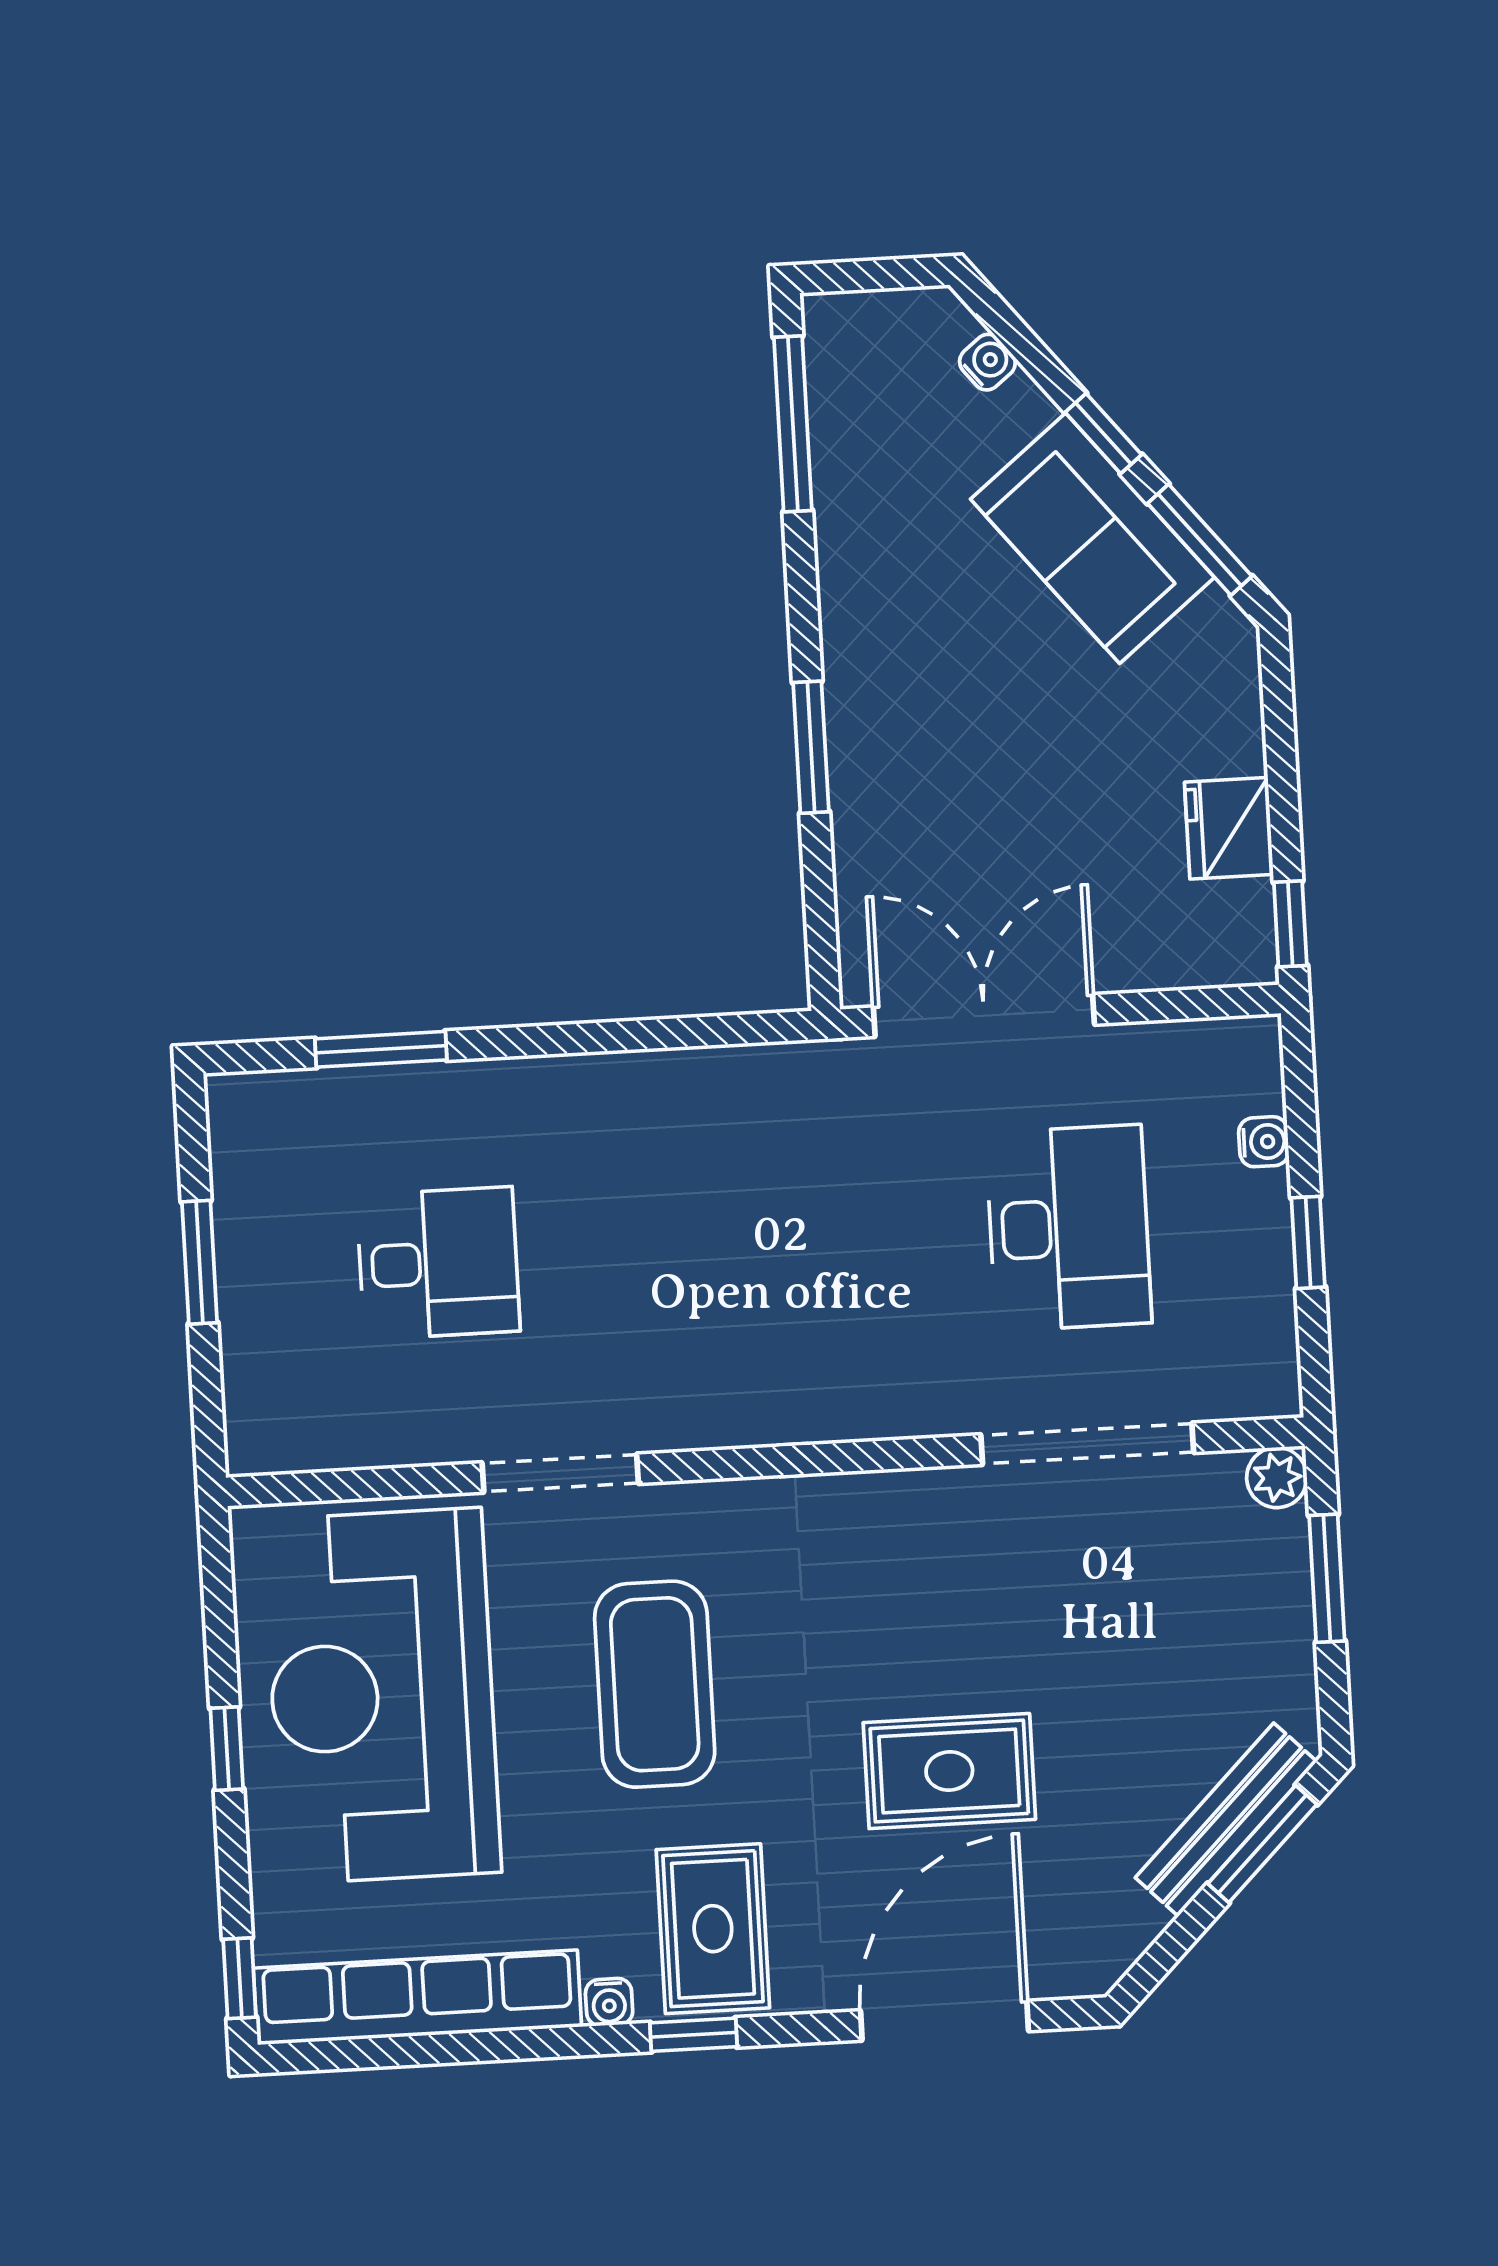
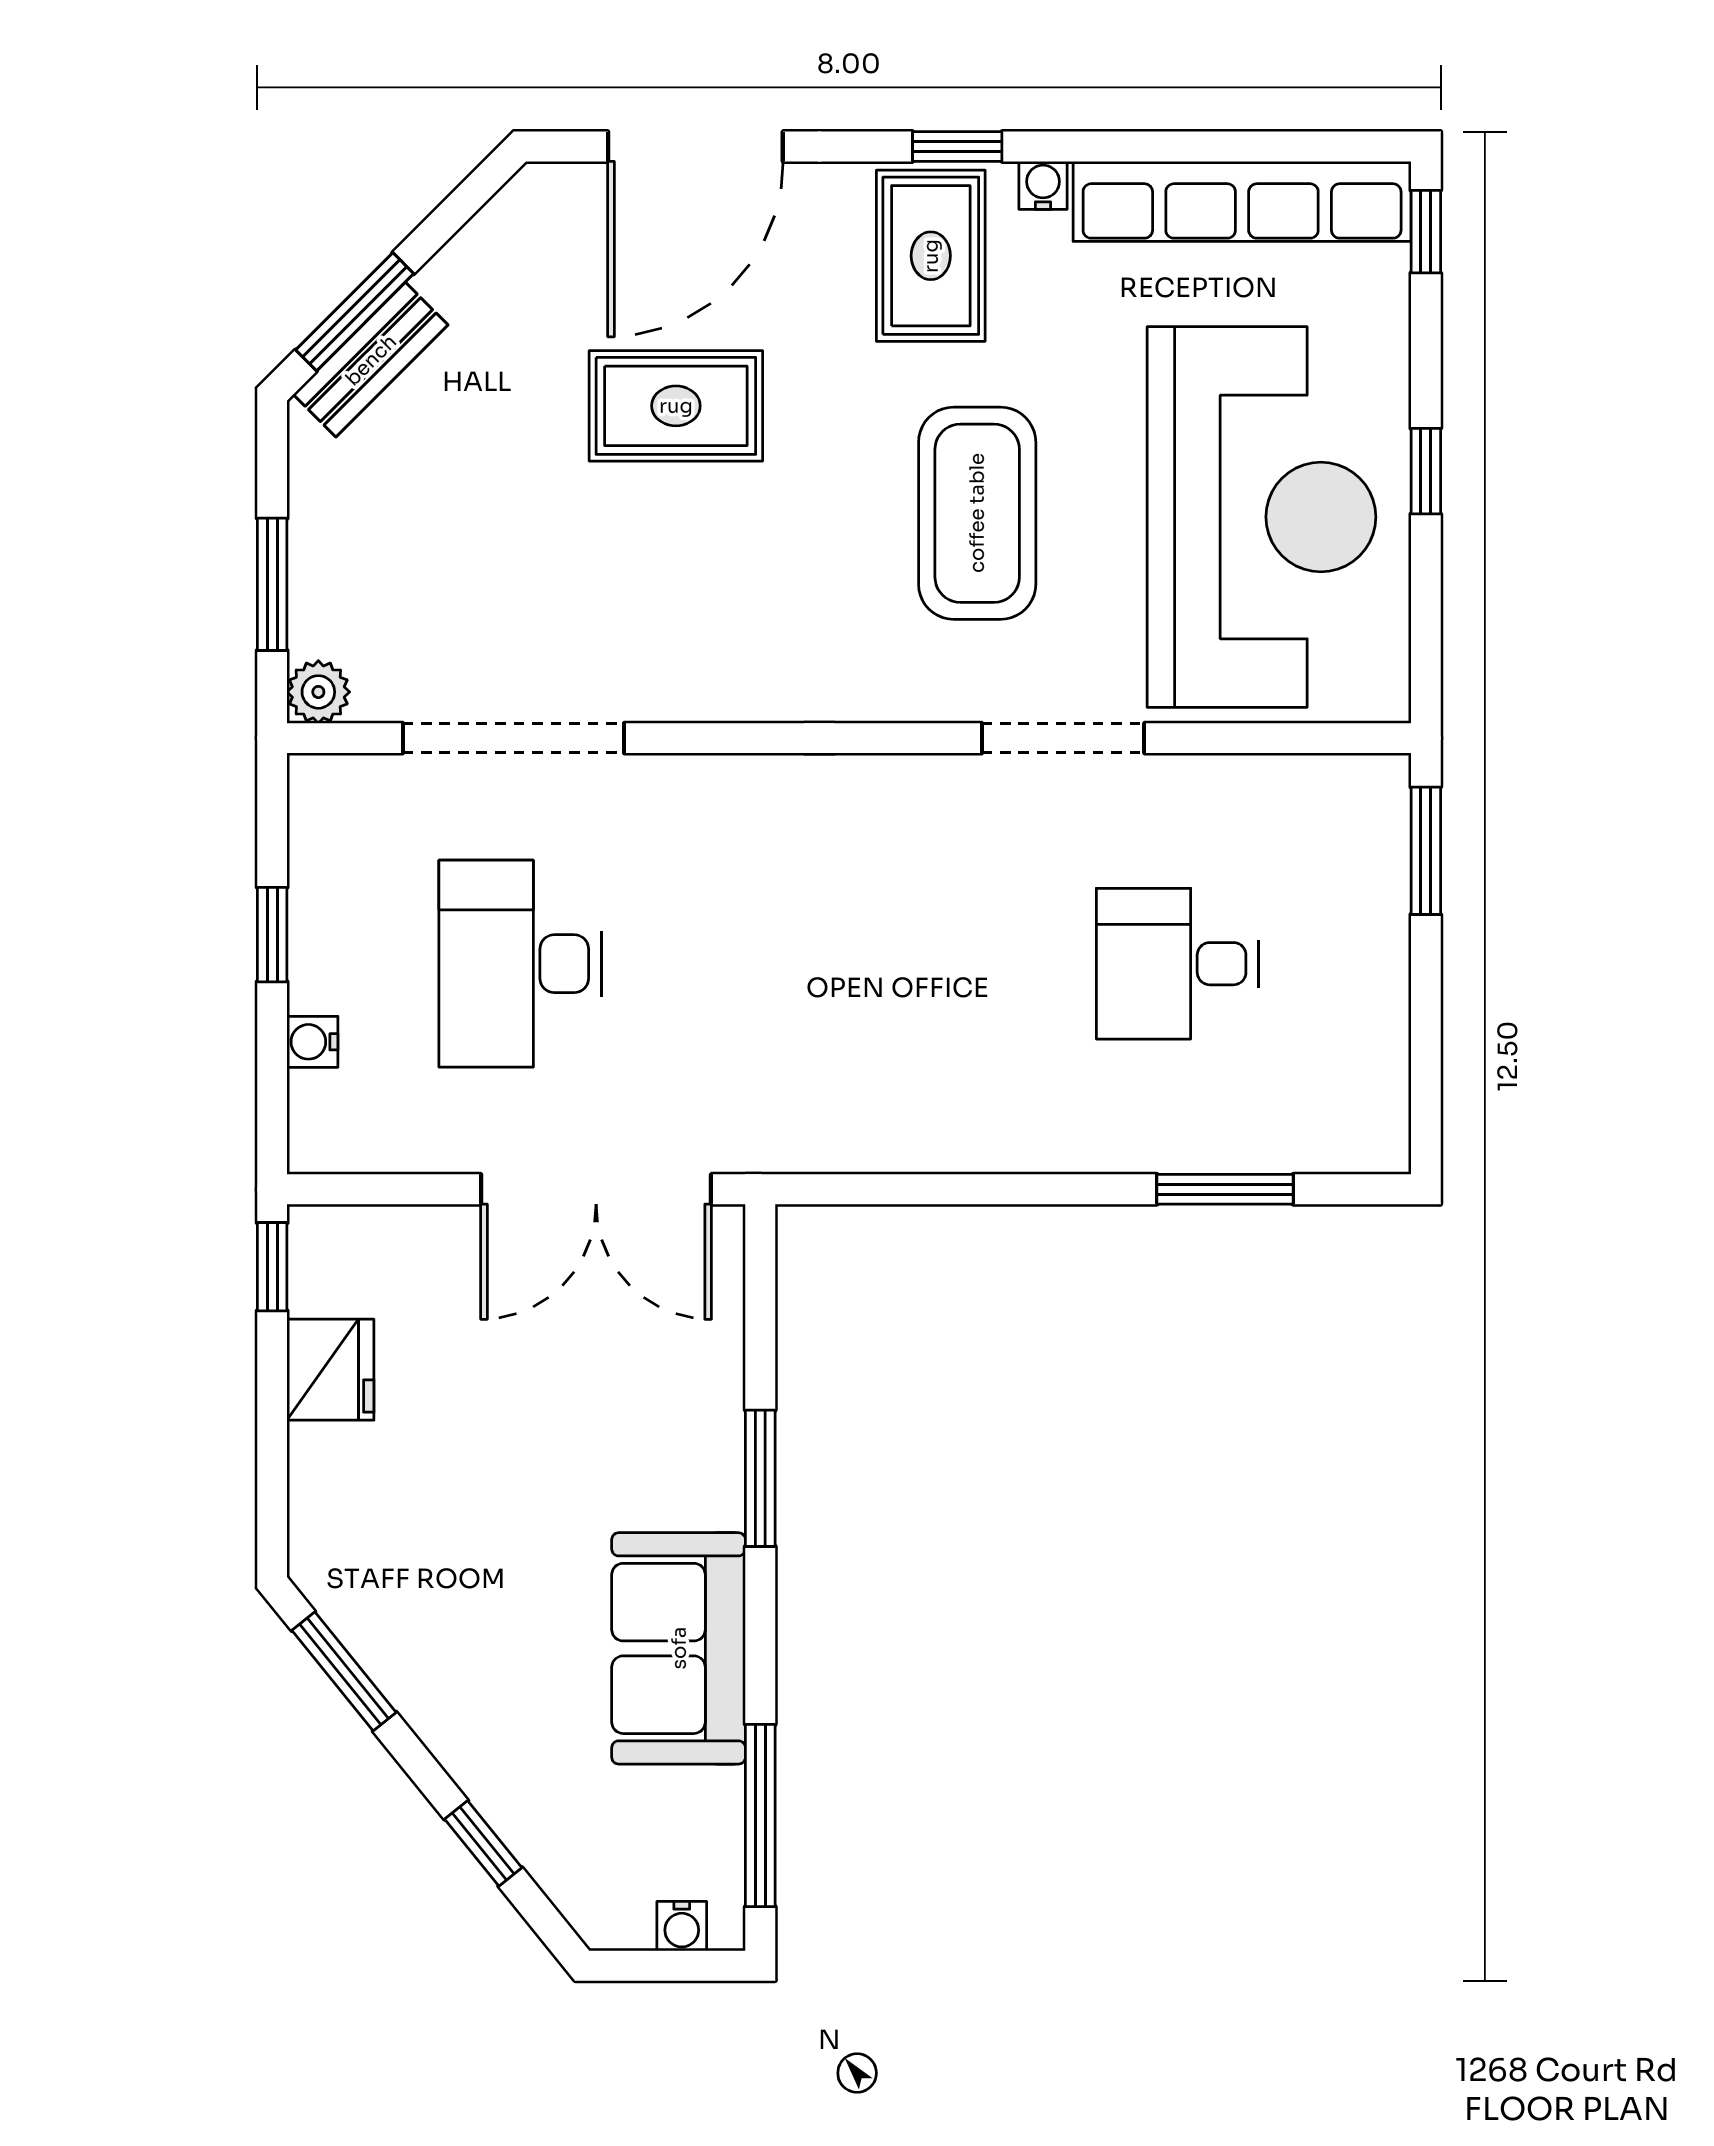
water cooler: (987, 362) -> (682, 1926), moved, turned -51
window: (1103, 433) -> (483, 1843), moved
sofa: (1093, 538) -> (679, 1648), moved, turned -141
window: (200, 1262) -> (1426, 851), moved
bench: (1226, 1820) -> (371, 360), width x0.73

